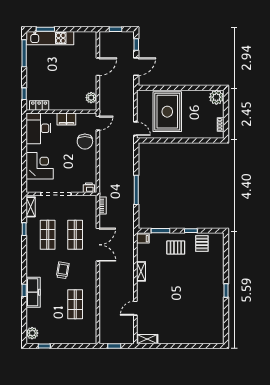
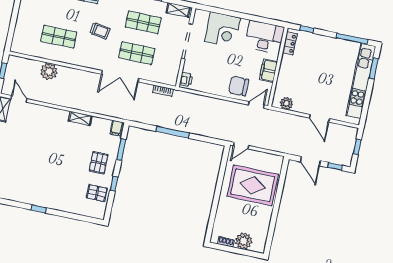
kitchen unit: (50, 38) -> (361, 81), width x1.36
plant: (216, 97) -> (244, 241), moved
door: (98, 123) -> (256, 105), swing flipped
plant: (107, 306) -> (49, 71), added
door: (135, 308) -> (19, 99), moved

